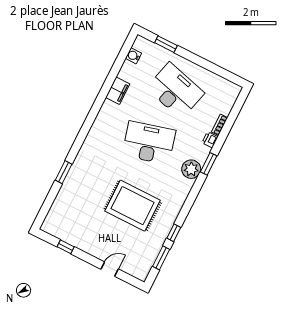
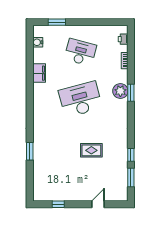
desk: (175, 91) -> (80, 52), width x0.73, depth x0.77
printer: (210, 140) -> (123, 39), moved
plant: (191, 169) -> (120, 91), moved
rug: (133, 206) -> (91, 150), width x0.54, depth x0.49

